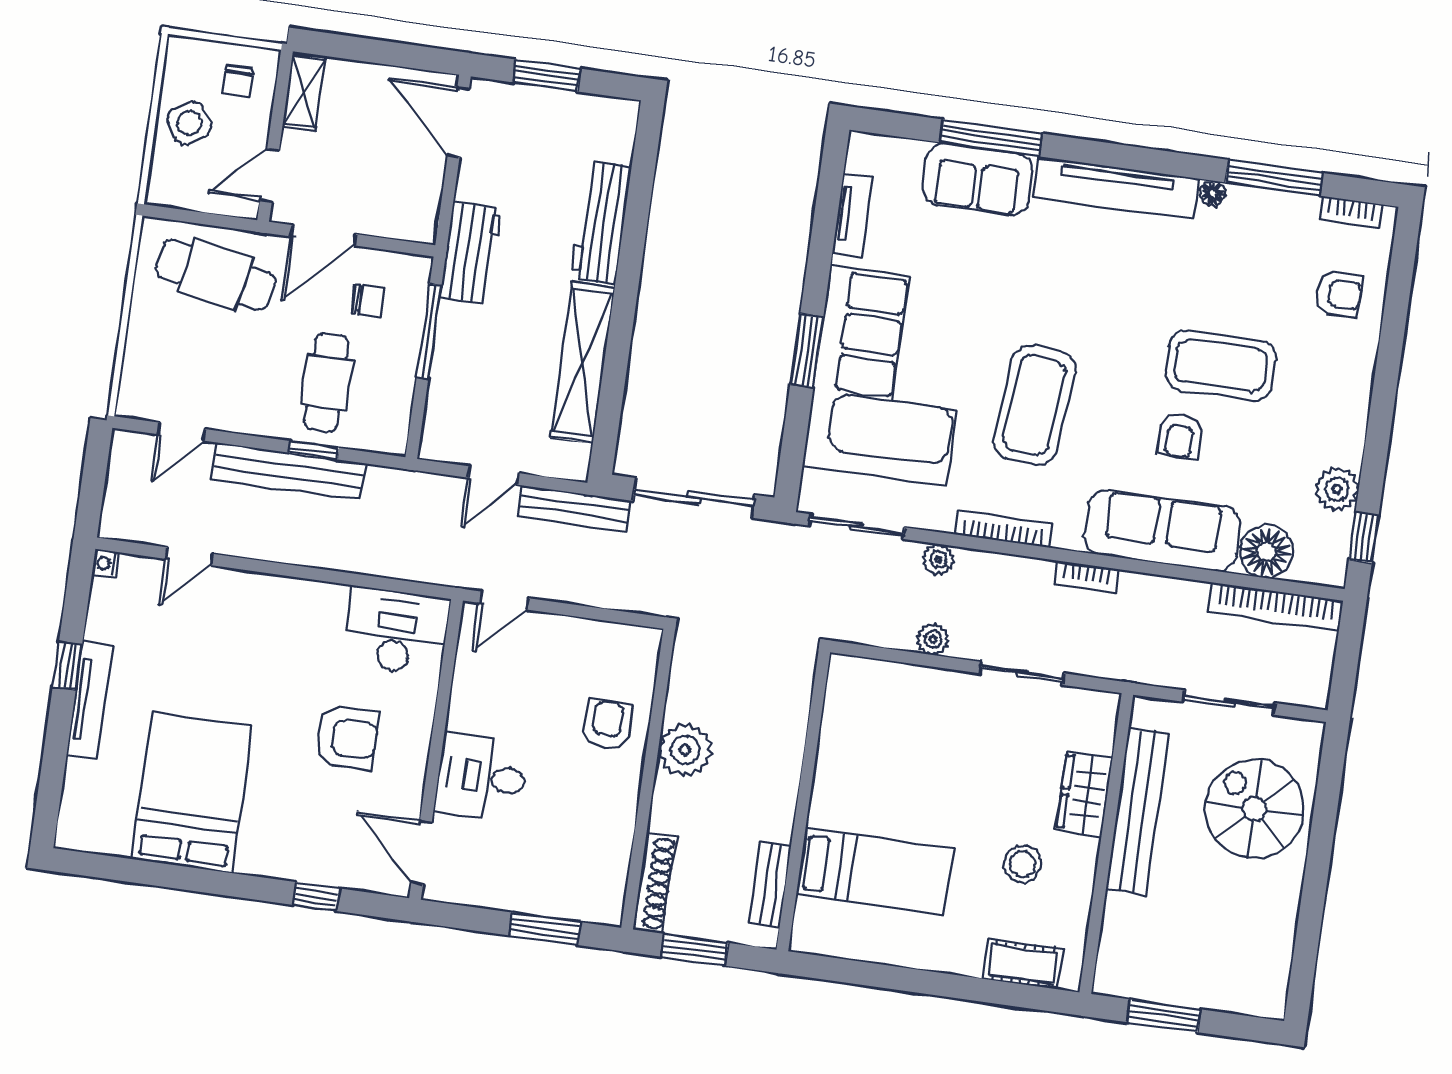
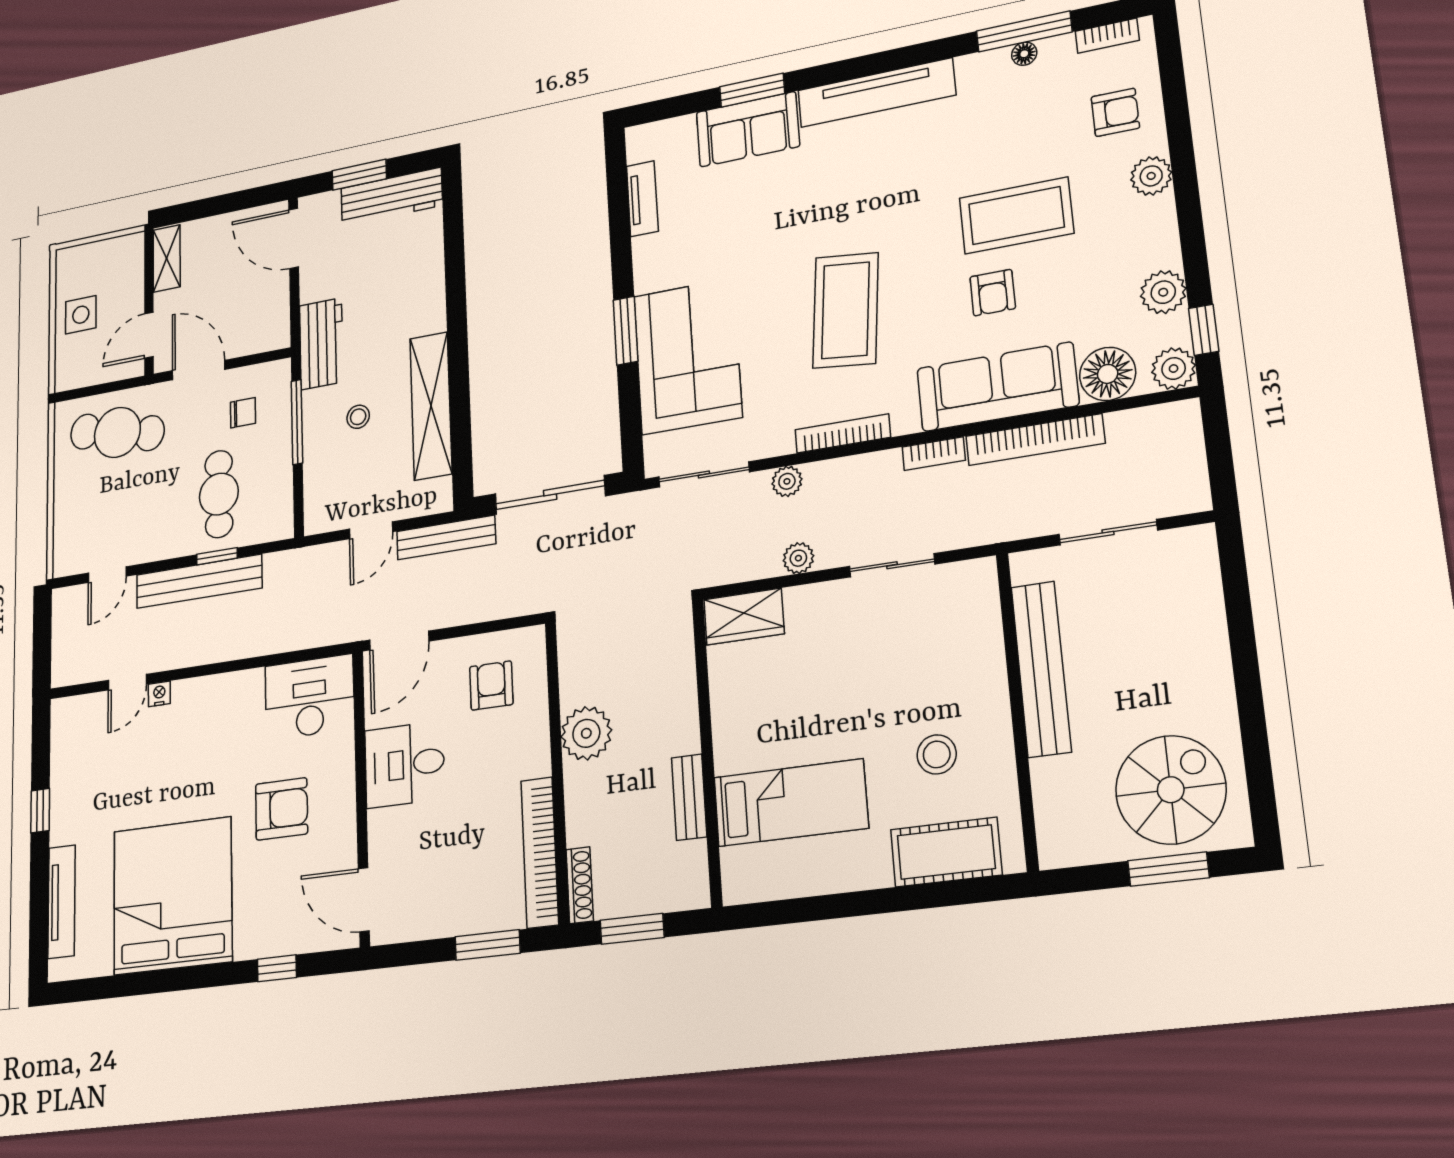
chair: (238, 81) -> (114, 267), removed
side table: (189, 123) -> (81, 315), turned 30
window: (991, 138) -> (752, 90), width x0.69
floor lamp: (1213, 193) -> (1024, 54), moved
workbench: (601, 222) -> (392, 197), moved, turned -90
door: (323, 235) -> (199, 370), swing flipped
stool: (500, 348) -> (358, 417), added
plant: (1355, 370) -> (1151, 176), added
corner sofa: (888, 375) -> (688, 356), width x0.73, depth x0.74
nightstand: (106, 563) -> (159, 694), moved, turned 90
plant: (1327, 566) -> (1174, 369), added
door: (504, 601) -> (399, 641), width x1.38
bookcase: (1276, 606) -> (1035, 440), moved
tv unit: (90, 700) -> (62, 902), moved
armchair: (607, 725) -> (491, 685), moved
desk: (482, 777) -> (405, 764), moved
bed: (192, 792) -> (173, 896), width x1.36
wardrobe: (1084, 794) -> (744, 617), moved, turned -90
spiral stairs: (1254, 809) -> (1171, 790), moved, turned 90
bookcase: (615, 853) -> (540, 852), added
shoe rack: (655, 883) -> (580, 885), width x0.74, depth x0.81
bench: (770, 885) -> (689, 797), moved
cot: (1023, 964) -> (946, 852), width x1.37, depth x1.34
window: (1164, 1016) -> (1168, 869), moved

